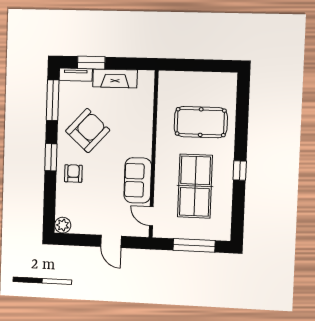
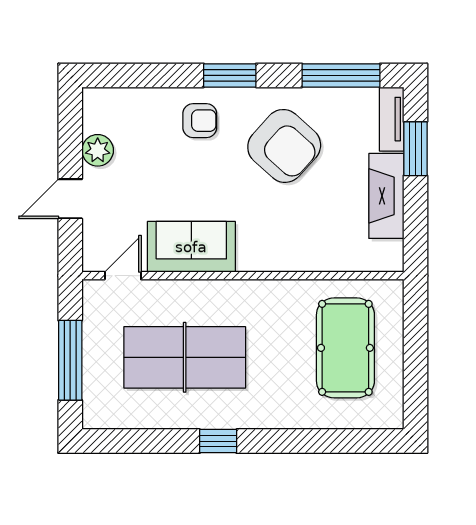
pool table: (201, 122) -> (345, 348), moved
plant: (63, 225) -> (98, 150), moved

